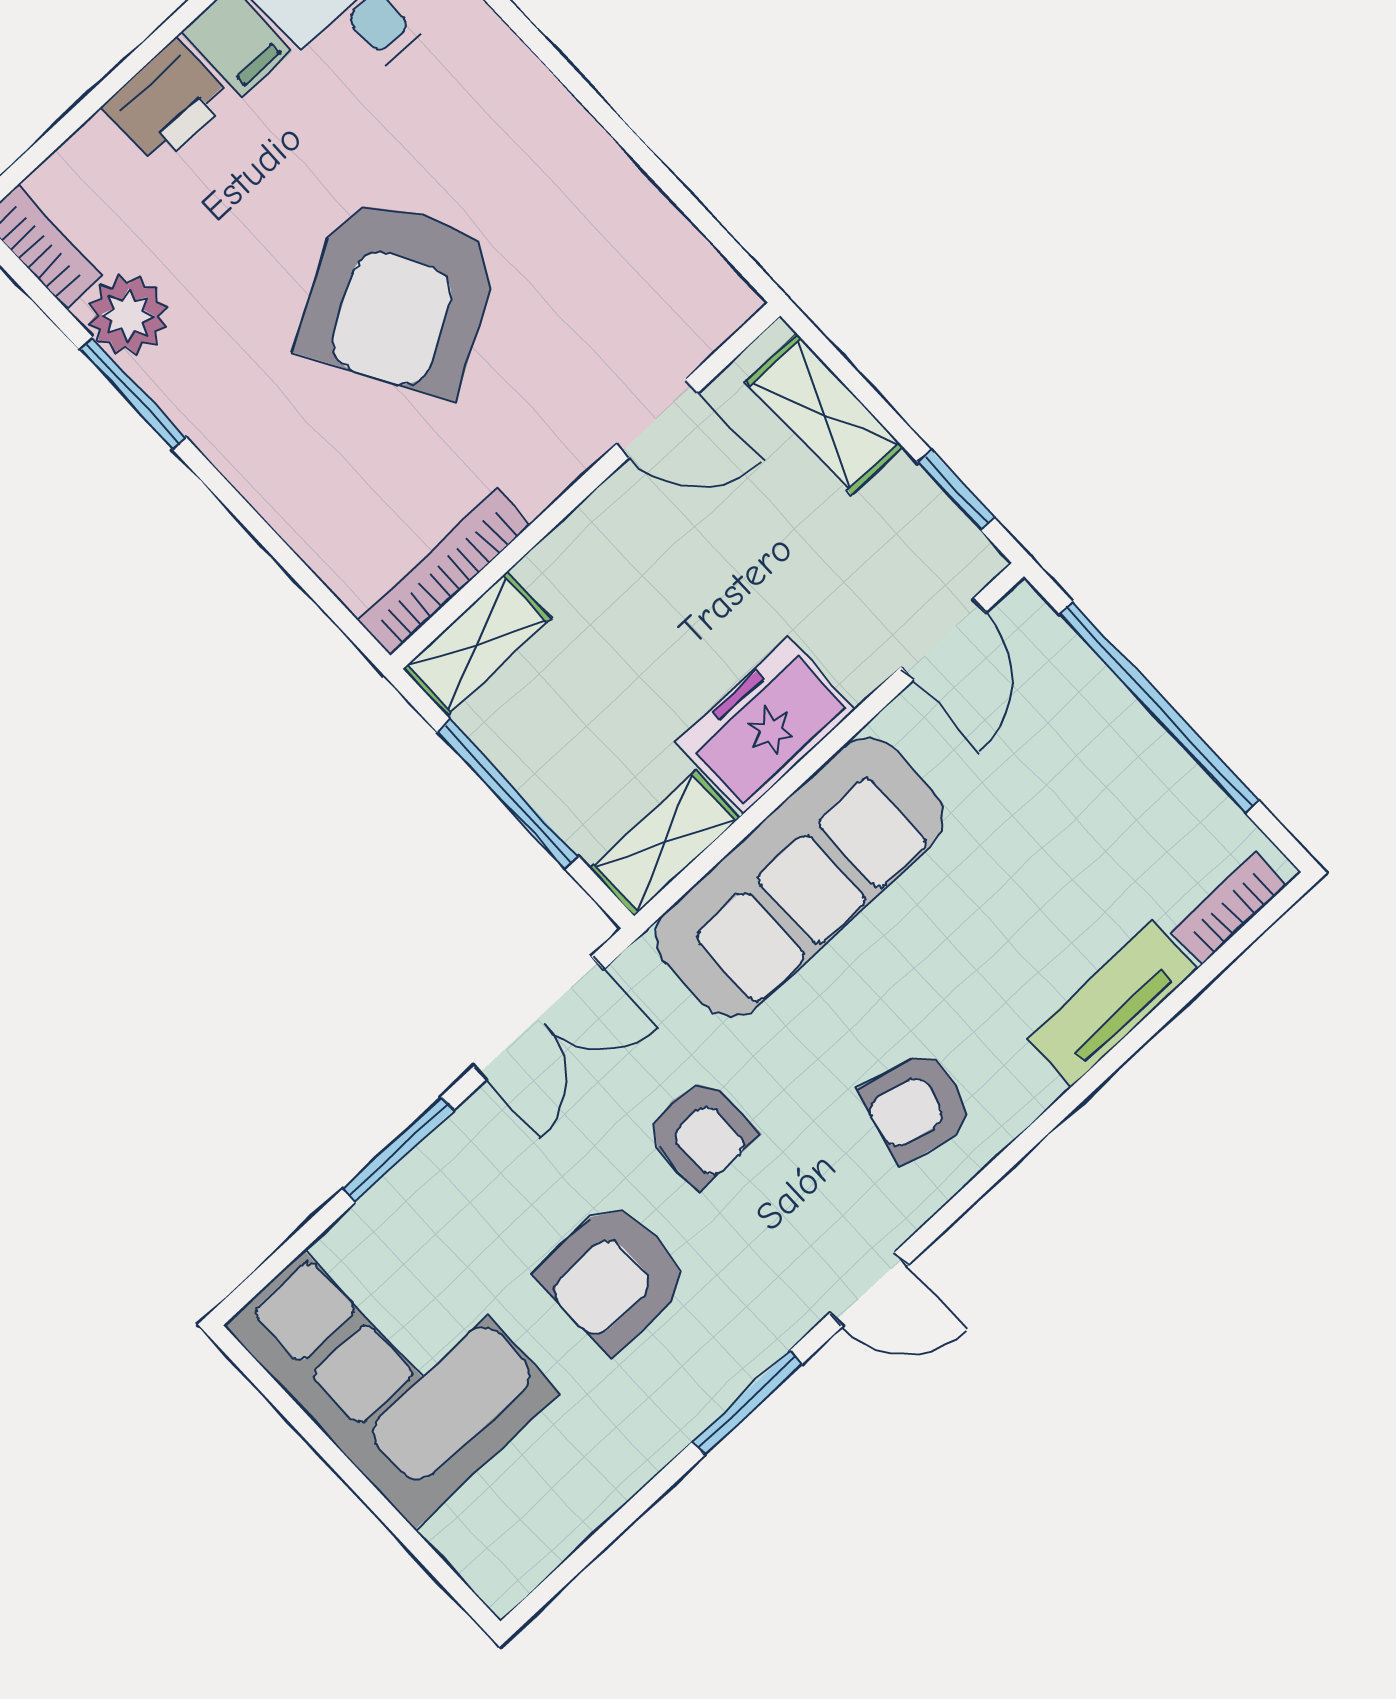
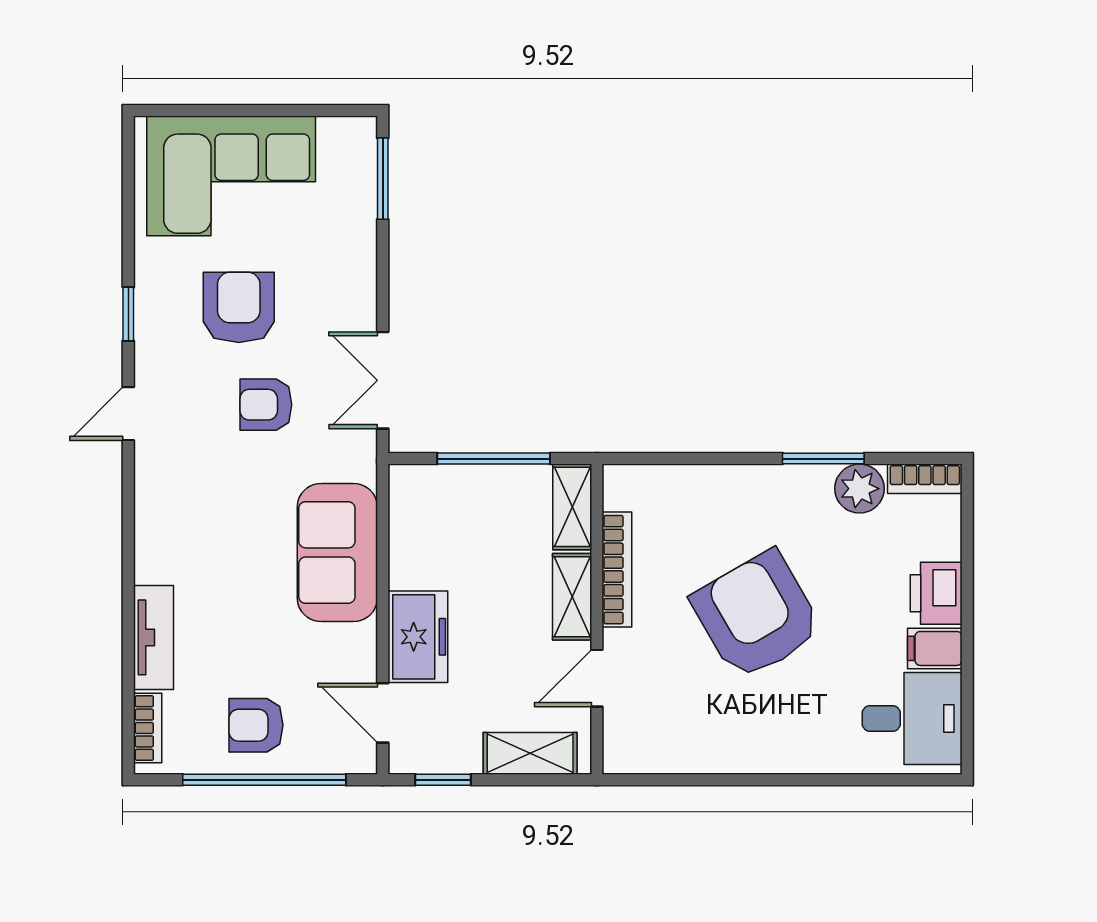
bookcase: (444, 572) -> (617, 570), moved
freezer: (766, 725) -> (418, 637), moved
shelving: (665, 843) -> (572, 597), moved
sofa: (800, 877) -> (337, 552), width x0.73
armchair: (917, 1106) -> (256, 725), moved, turned -104
window: (398, 1149) -> (383, 179), moved
corner sofa: (392, 1359) -> (231, 176), moved
window: (747, 1403) -> (128, 314), width x0.67

